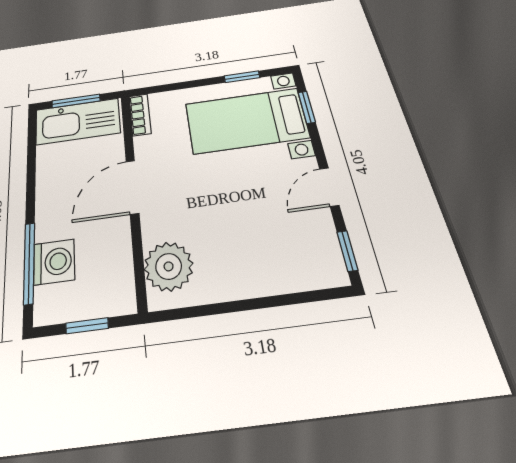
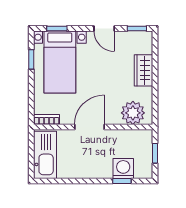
window: (76, 101) -> (31, 156), removed
door: (132, 187) -> (89, 127), swing flipped
window: (29, 263) -> (122, 181), width x0.46
wardrobe: (261, 277) -> (144, 70), added

